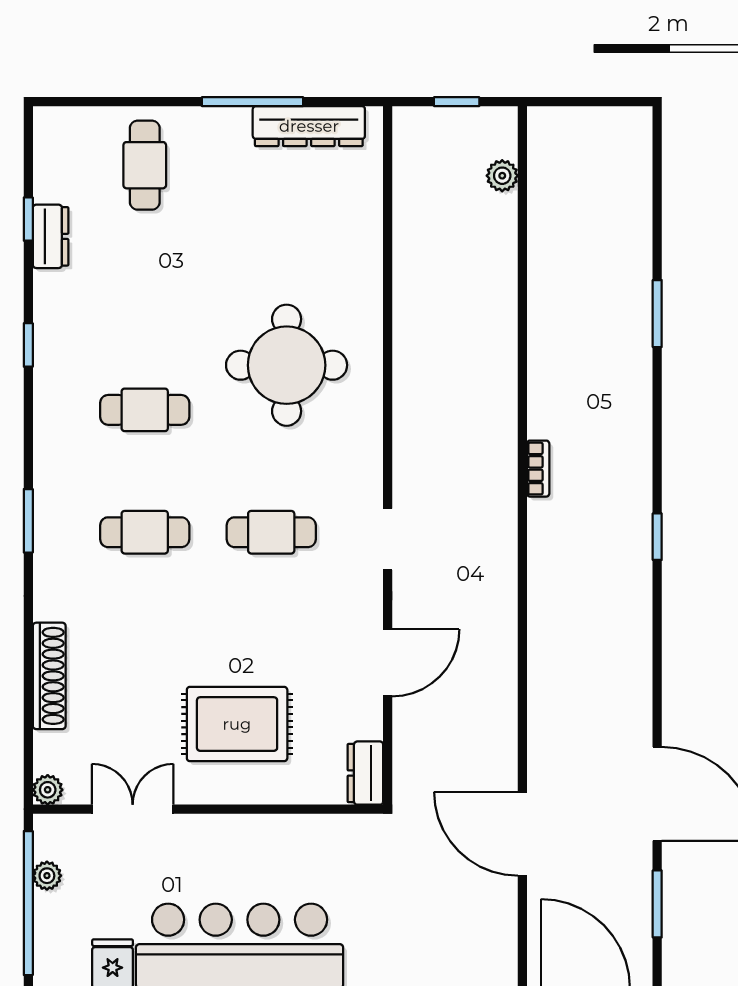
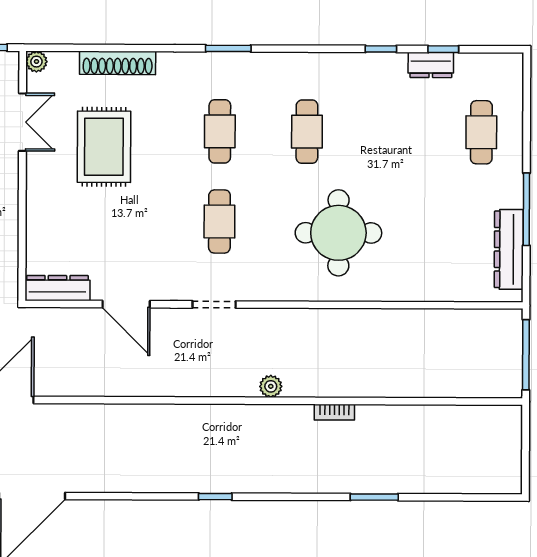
window: (457, 102) -> (526, 355), width x2.17
cafe table: (145, 165) -> (481, 132), turned 90
plant: (502, 176) -> (271, 386), moved
window: (28, 345) -> (381, 49), moved
bookcase: (538, 469) -> (334, 412), moved
rug: (237, 724) -> (104, 147), moved
dresser: (365, 773) -> (57, 288), width x1.44

